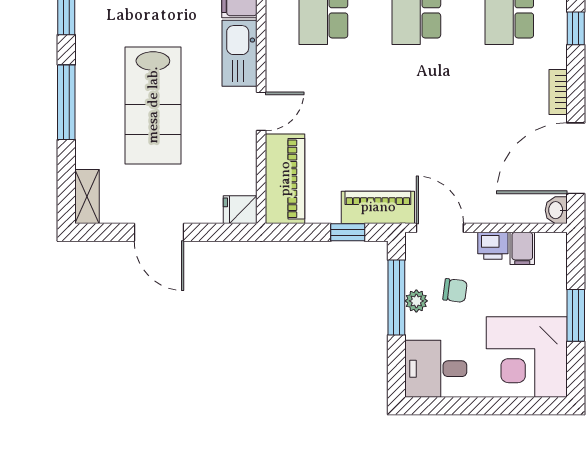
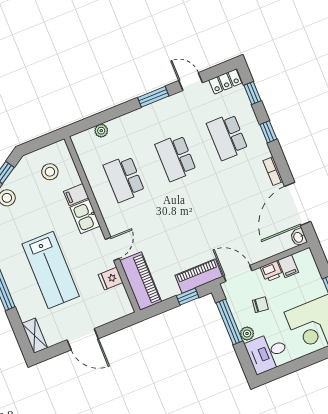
kitchen sink: (239, 53) -> (85, 217), width x0.73
fridge: (240, 210) -> (111, 279), moved
plant: (416, 301) -> (247, 333), moved

